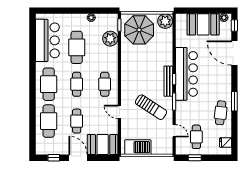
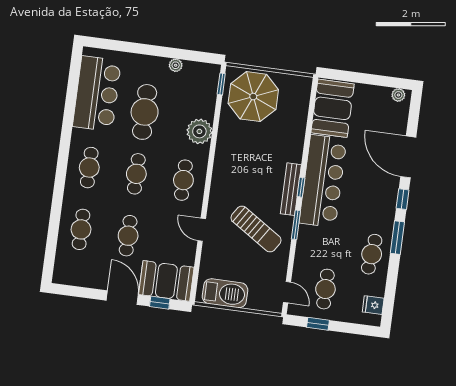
plant: (165, 21) -> (299, 88), removed
booth: (203, 24) -> (333, 108), moved, turned 90
window: (234, 25) -> (403, 199), moved
plant: (110, 39) -> (199, 131), moved
cafe table: (49, 84) -> (89, 168), width x0.73, depth x0.74
cafe table: (49, 121) -> (81, 229), width x0.73, depth x0.74
door: (174, 131) -> (287, 292), moved
window: (54, 158) -> (160, 303), moved

